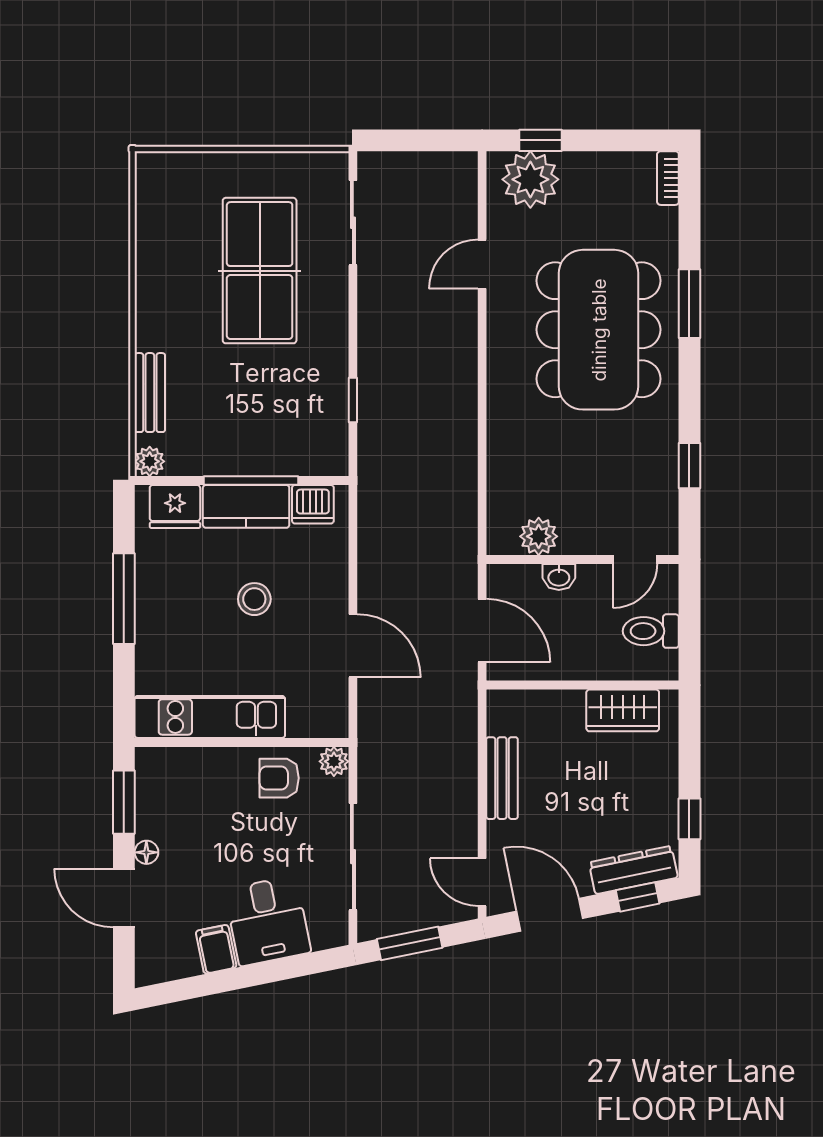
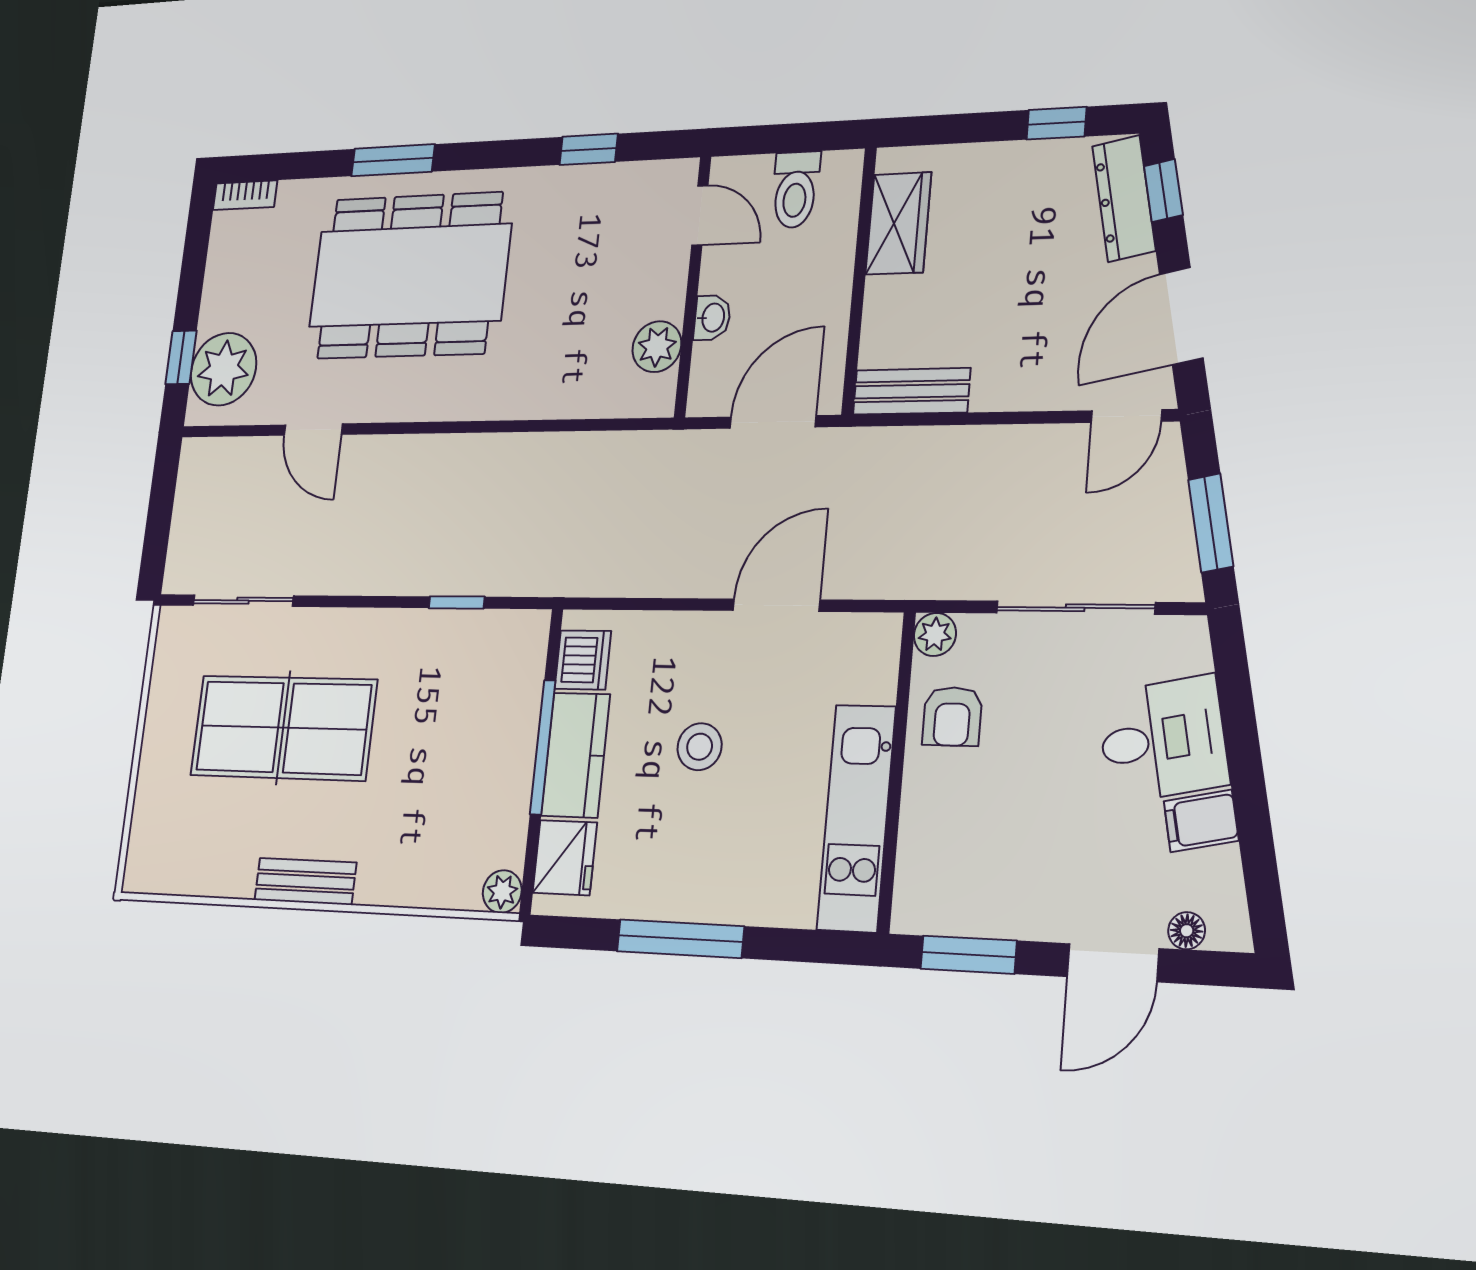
bench: (150, 393) -> (305, 881), moved
bench: (502, 778) -> (912, 391), moved
floor lamp: (146, 852) -> (1187, 931), moved

